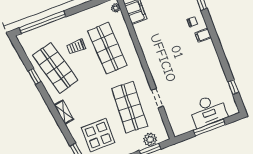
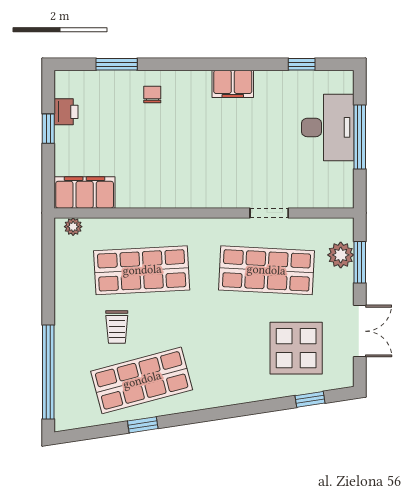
filing cabinet: (203, 35) -> (233, 84), moved, width x2.00
shelving: (64, 112) -> (230, 395), removed

